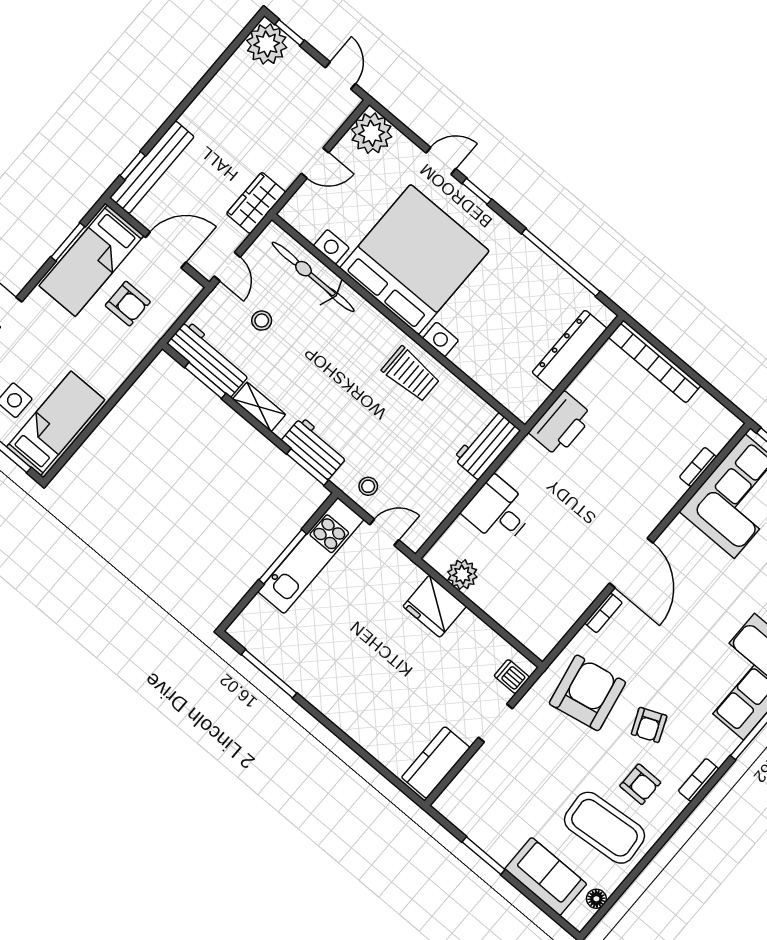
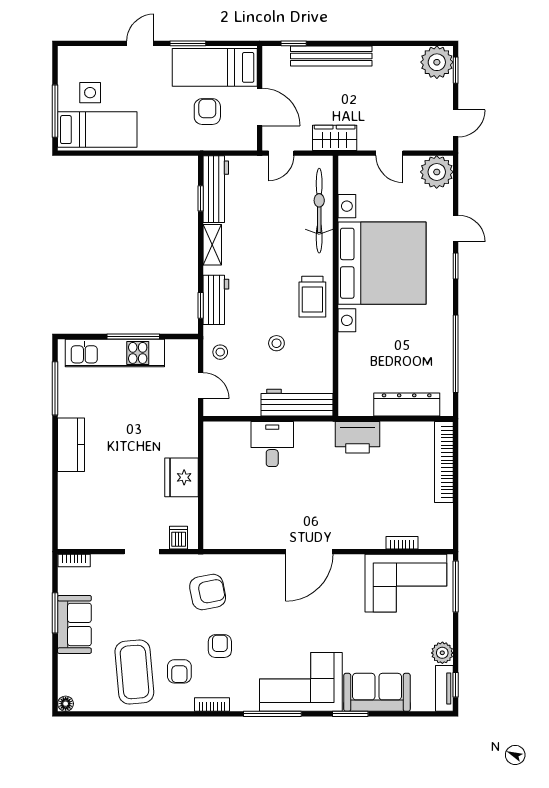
bench: (152, 167) -> (331, 56), moved
window: (68, 242) -> (188, 43), moved
armchair: (128, 304) -> (207, 112), turned 180
stool: (262, 321) -> (276, 343), moved
trolley: (411, 374) -> (312, 297), moved
window: (205, 380) -> (201, 198), width x0.67
workbench: (487, 444) -> (297, 403), width x1.38
window: (307, 467) -> (201, 305), width x0.67
kitchen unit: (311, 556) -> (115, 353), moved
plant: (462, 575) -> (215, 455), removed
fridge: (435, 606) -> (181, 477), moved
bookcase: (603, 613) -> (74, 561), moved
armchair: (587, 693) -> (208, 592), width x0.73, depth x0.73
armchair: (649, 725) -> (220, 646), turned 113
kitchen counter: (436, 762) -> (71, 445), moved, turned 90
sofa: (546, 876) -> (74, 624), moved
floor lamp: (596, 899) -> (66, 704), moved

